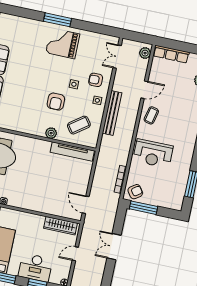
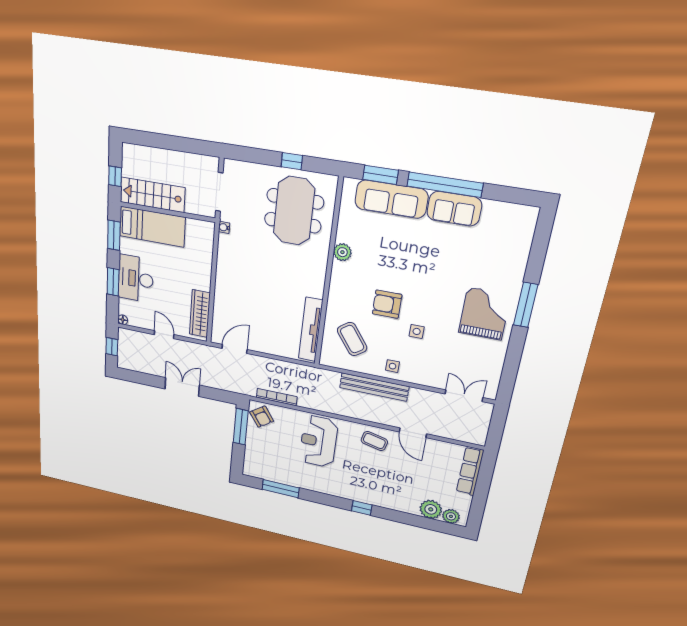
plant: (145, 53) -> (471, 435), removed
armchair: (96, 80) -> (425, 364), removed
plant: (51, 133) -> (342, 252), moved

